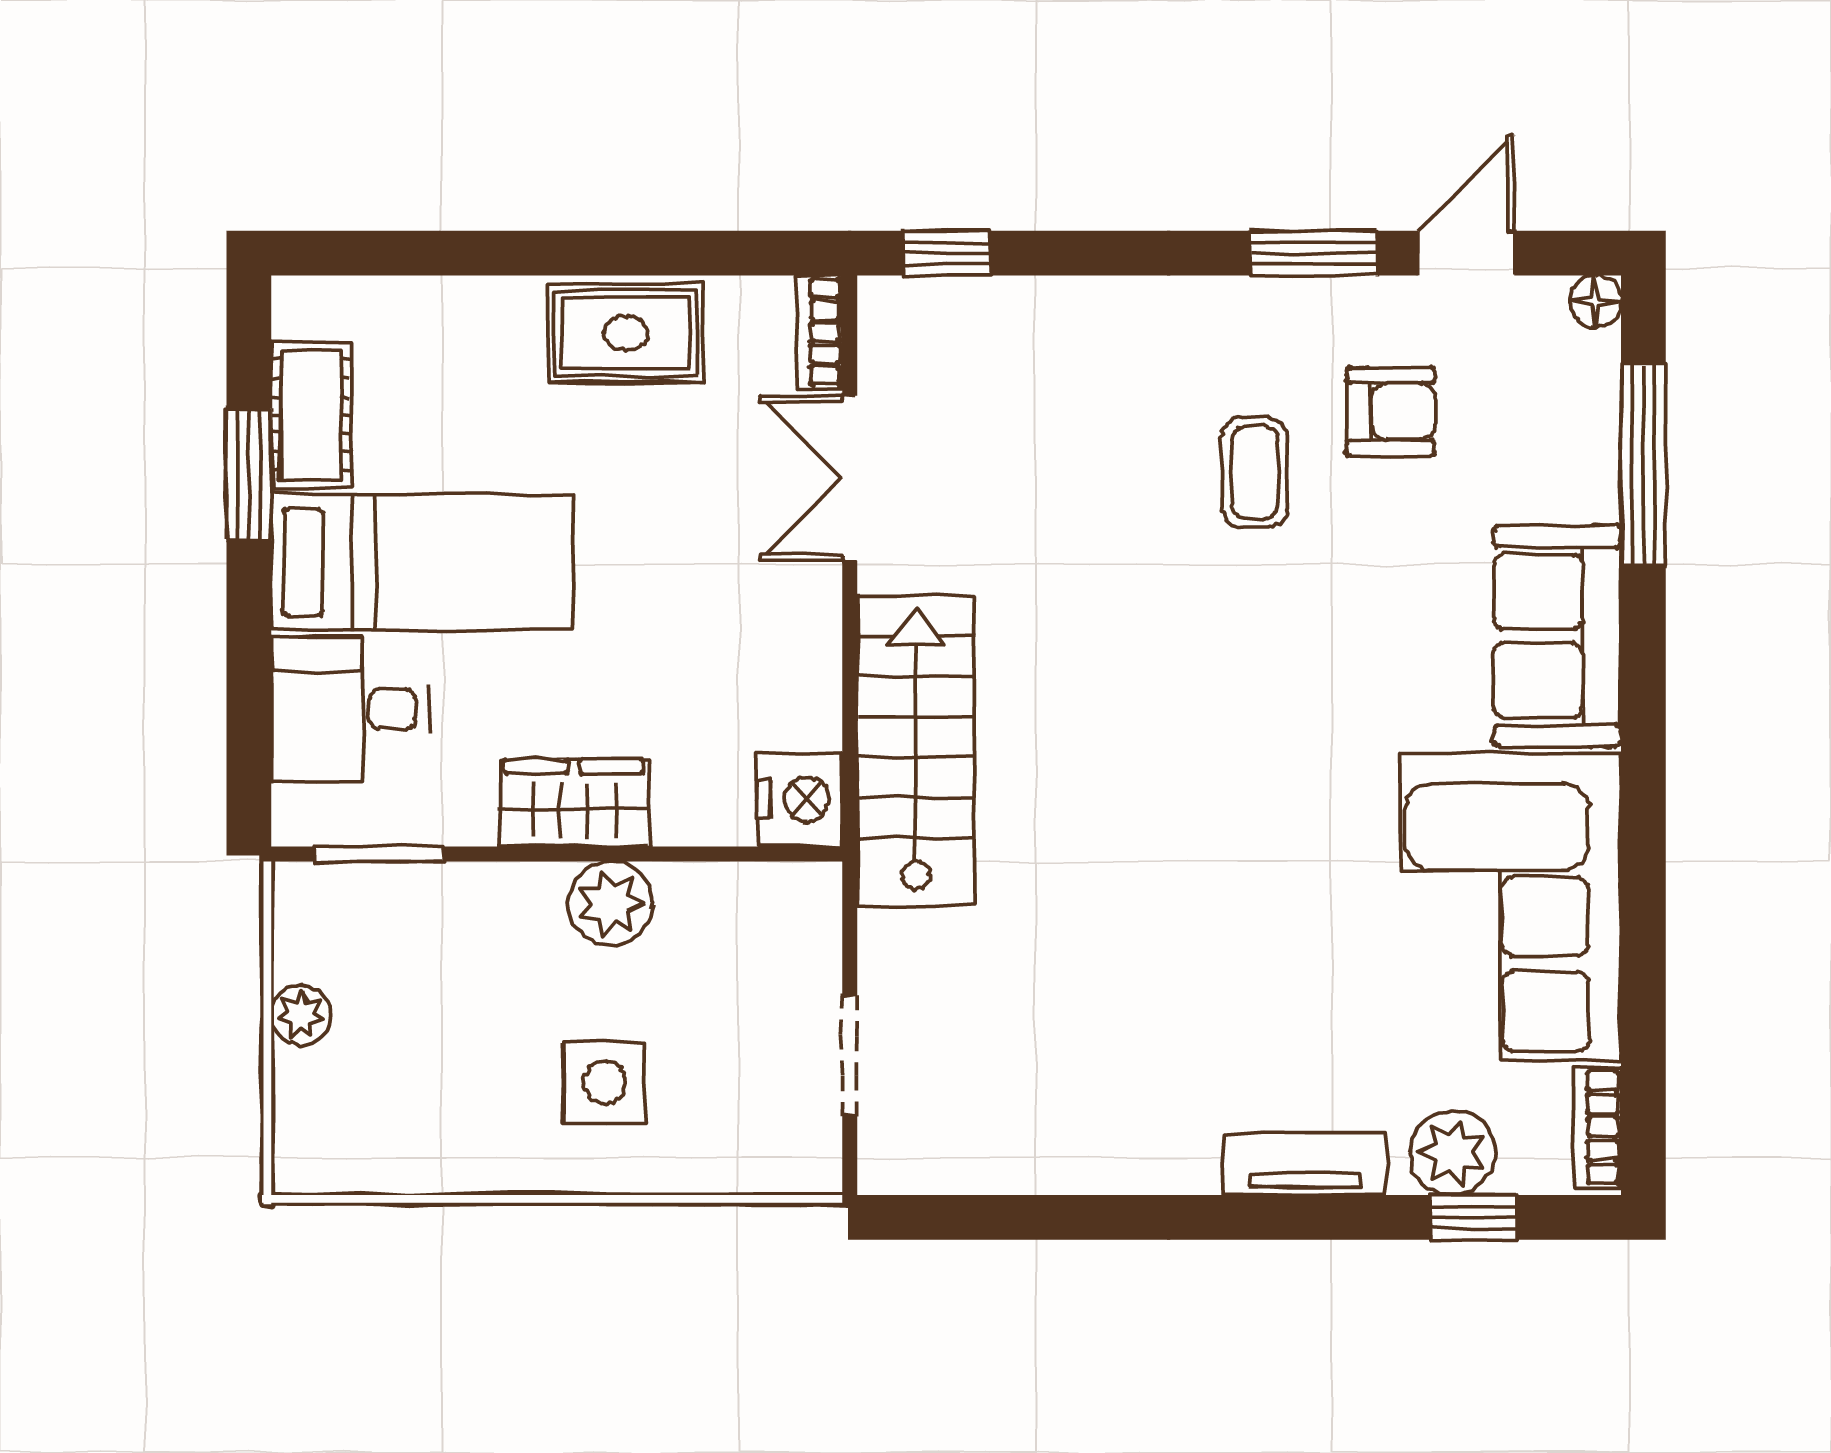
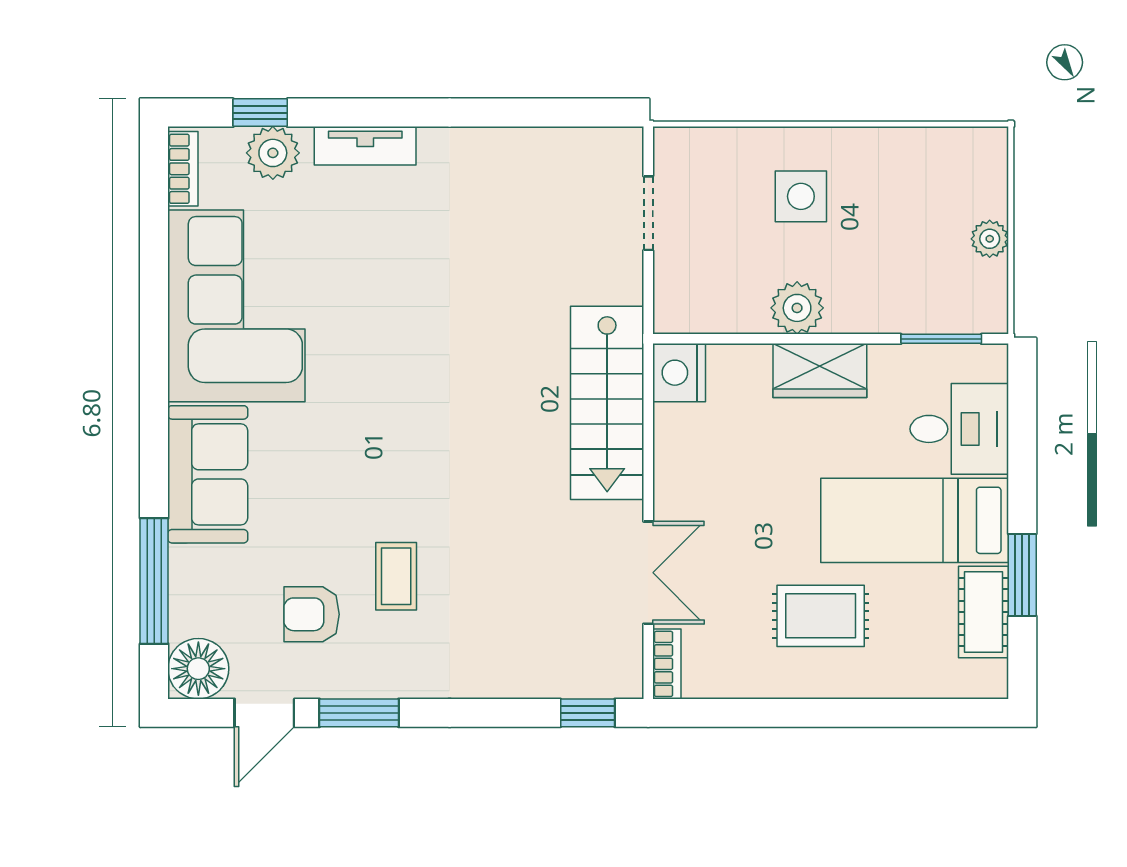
floor lamp: (1595, 301) -> (198, 669), width x1.89, depth x1.89
rug: (626, 333) -> (821, 616), moved

